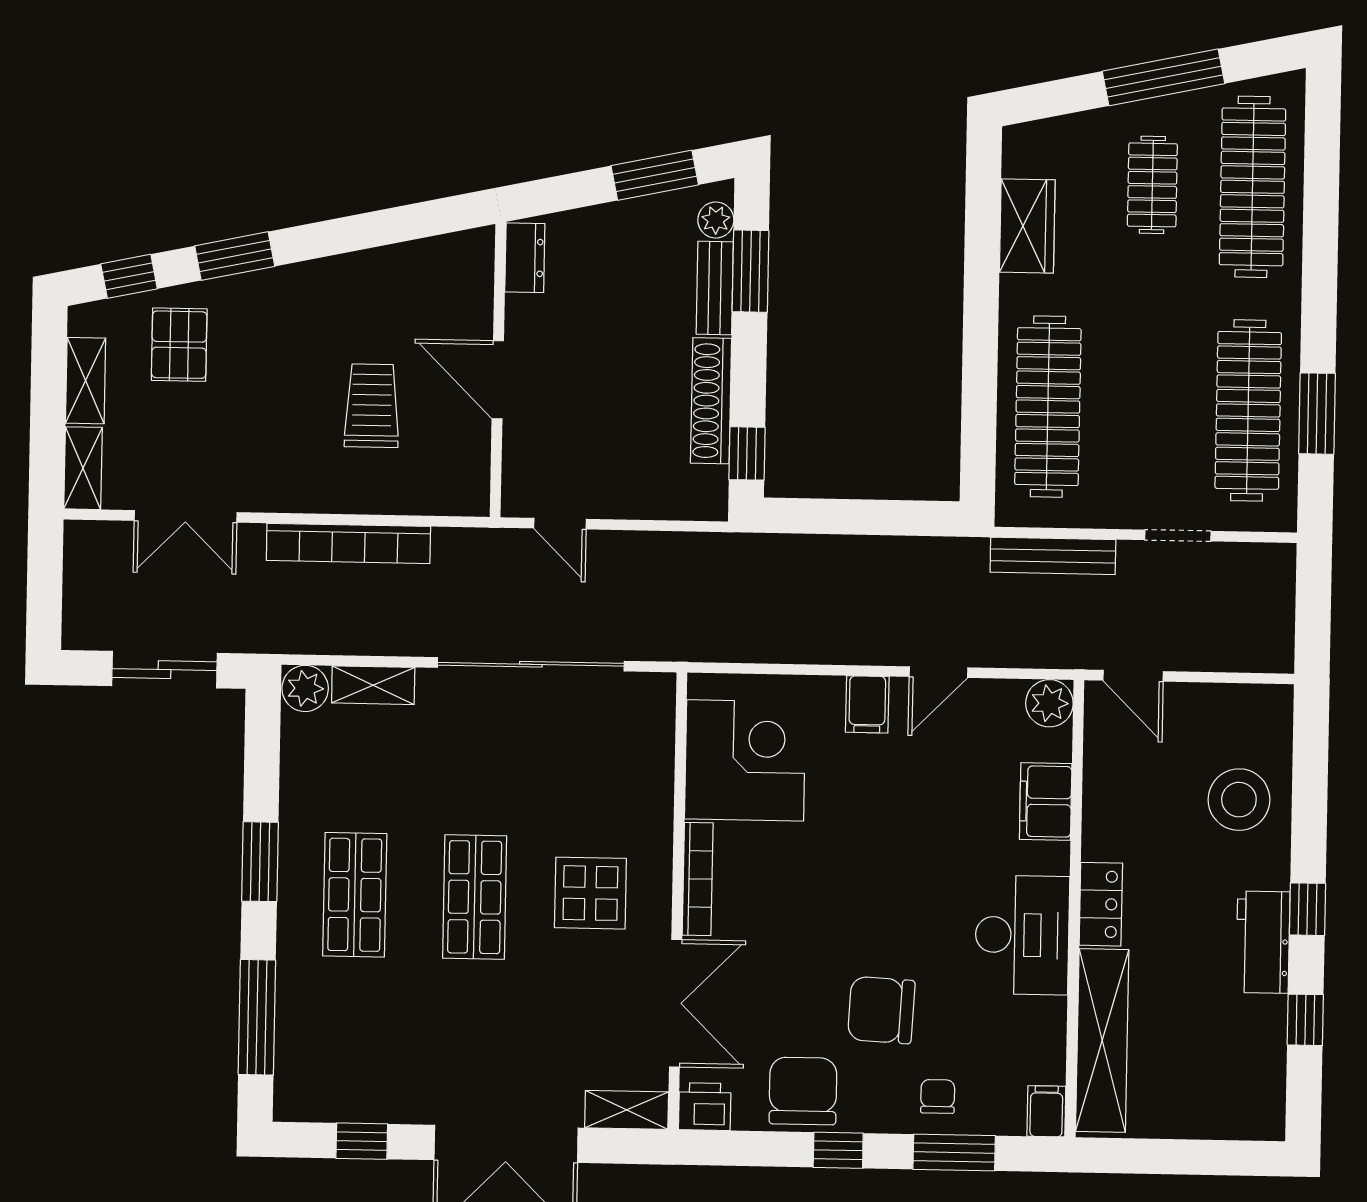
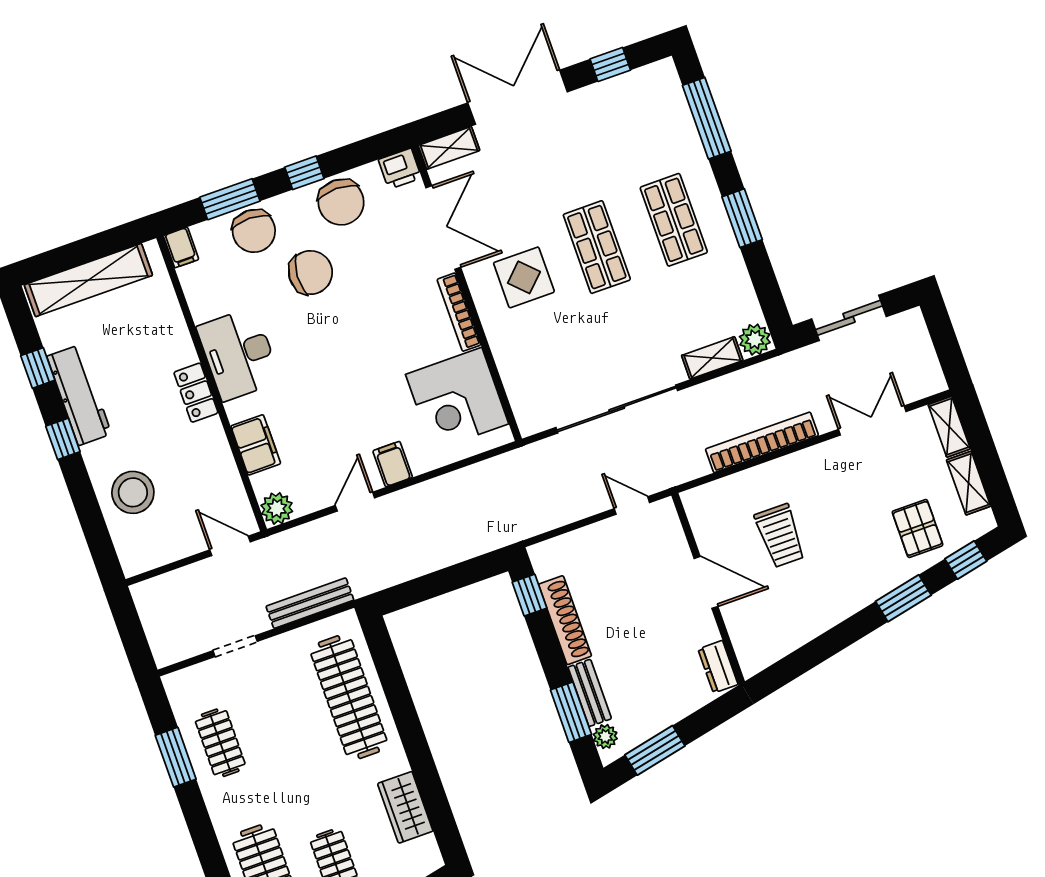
clothes rail: (1248, 410) -> (220, 743), width x0.54, depth x0.76
workbench: (1263, 942) -> (79, 395), width x1.37
double door: (676, 1003) -> (443, 228), swing flipped
shelving: (1102, 1041) -> (88, 280), moved, turned 90
chair: (938, 1096) -> (254, 231), width x1.87, depth x1.87

